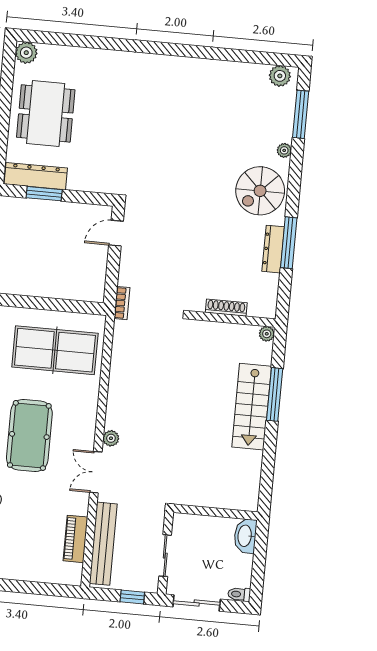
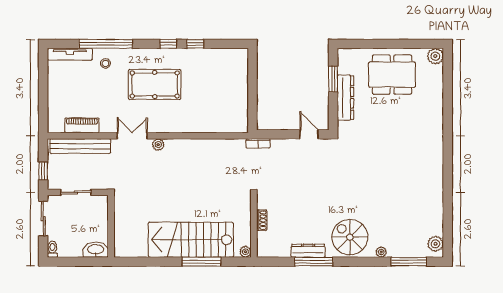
dresser: (36, 176) -> (345, 98), moved
shoe rack: (226, 308) -> (262, 220), width x0.70
table tennis table: (55, 350) -> (219, 97), removed
stairs: (252, 407) -> (191, 240), width x1.36, depth x1.51

